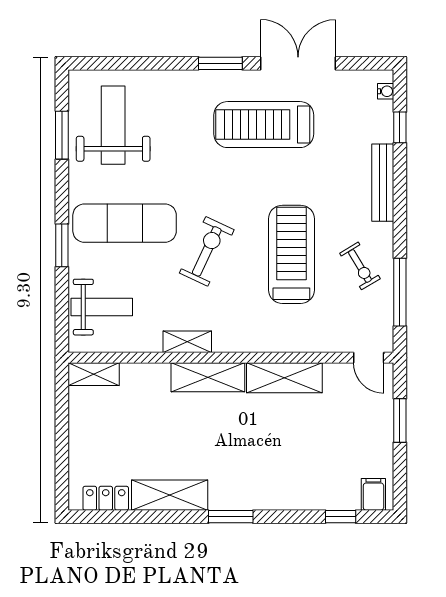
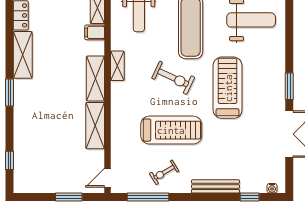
treadmill: (264, 125) -> (228, 88), moved
filing cabinet: (373, 494) -> (95, 32), moved, turned 180

